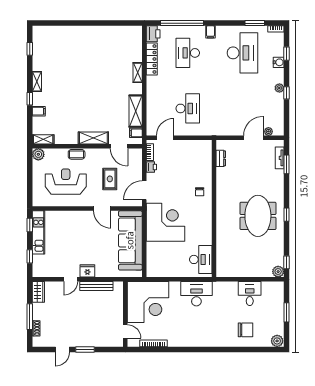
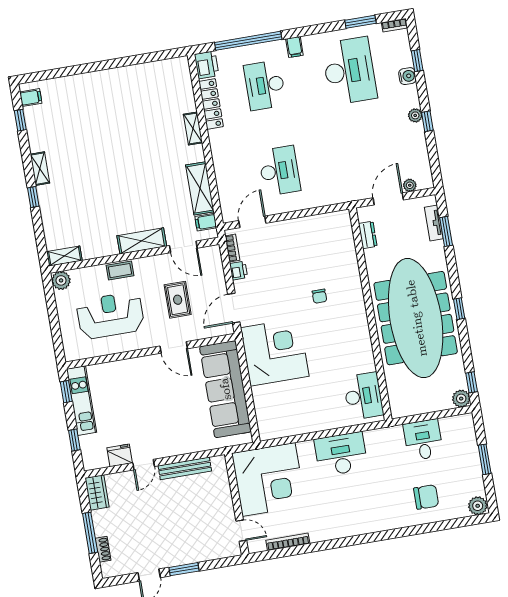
filing cabinet: (39, 111) -> (31, 98), moved
dresser: (221, 158) -> (368, 235), moved
wall: (214, 209) -> (370, 314), moved
meeting table: (258, 216) -> (416, 318), width x1.86, depth x1.27
desk: (201, 259) -> (363, 396), moved
fridge: (87, 271) -> (120, 455), moved

